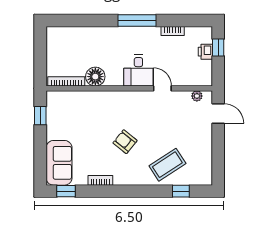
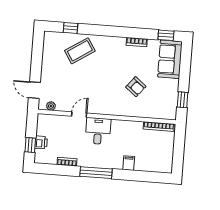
filing cabinet: (99, 35) -> (129, 163), added
floor lamp: (95, 77) -> (134, 129), removed
door: (162, 88) -> (79, 115), swing flipped
armchair: (125, 142) -> (136, 87), moved

